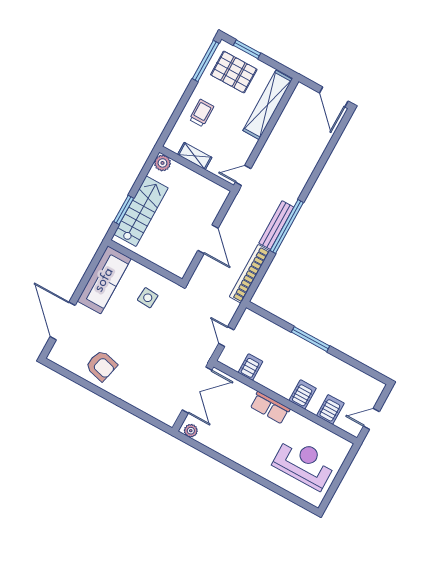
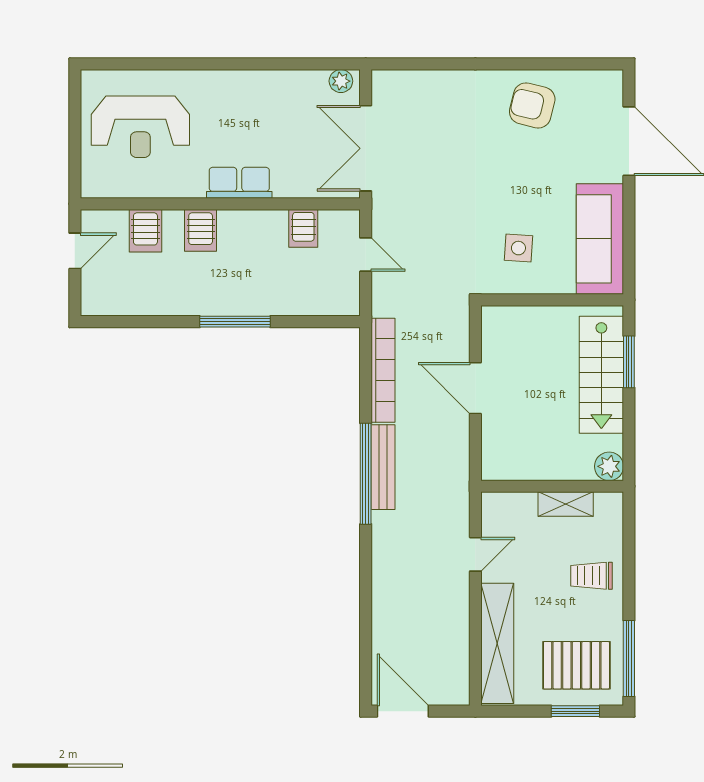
trolley: (202, 113) -> (591, 576), turned 90
door: (243, 175) -> (475, 554), moved

